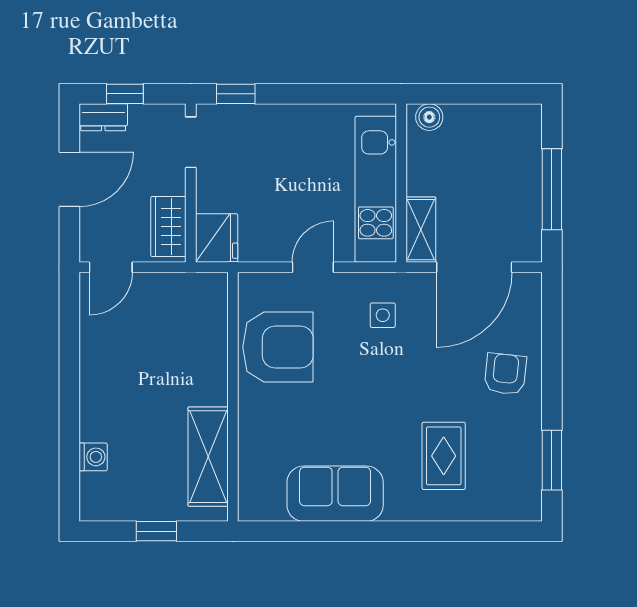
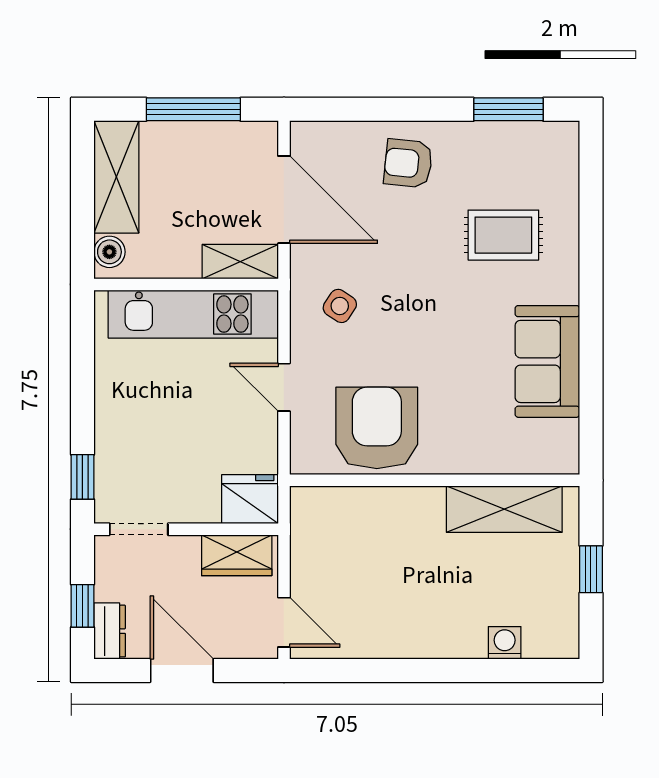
shelving: (494, 123) -> (116, 177), added
side table: (383, 315) -> (340, 306), turned 33

